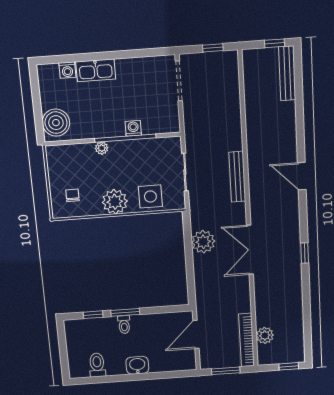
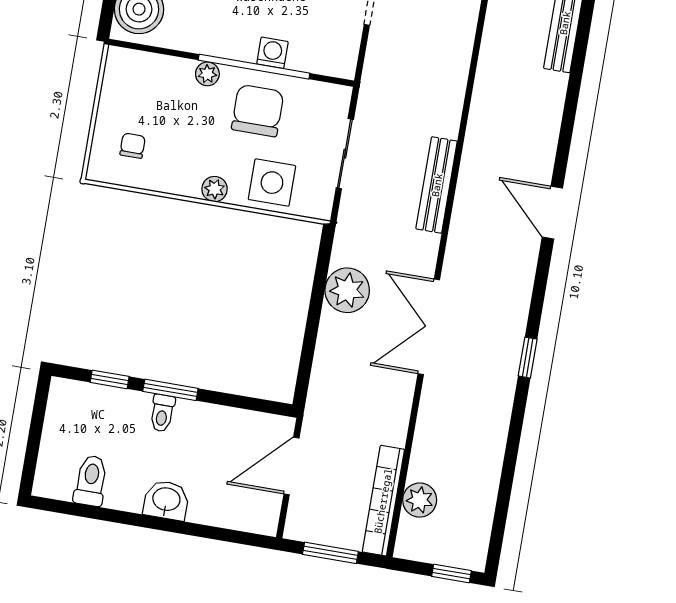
chair: (133, 161) -> (258, 111), added
plant: (115, 202) -> (215, 189), width x0.53, depth x0.53

